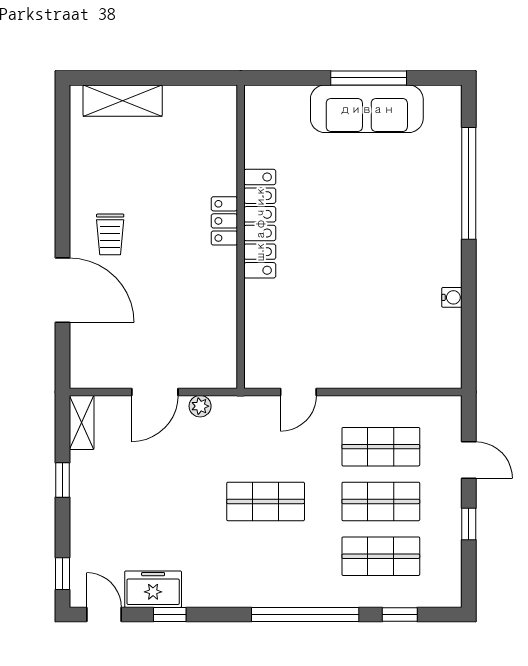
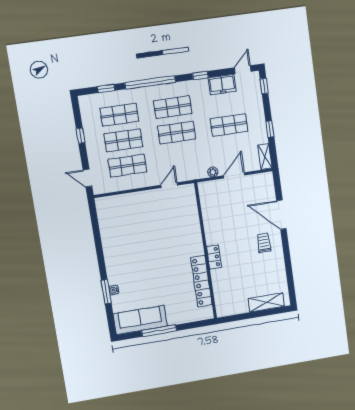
sofa: (367, 109) -> (140, 320), moved
window: (469, 183) -> (106, 292), width x0.47
locker: (260, 224) -> (201, 281), moved
water cooler: (452, 297) -> (114, 290), moved
door: (469, 460) -> (88, 178), moved
shop shelf: (150, 501) -> (229, 125), added
shop shelf: (266, 556) -> (173, 107), added
door: (104, 615) -> (243, 70), swing flipped
window: (170, 615) -> (200, 75), moved

